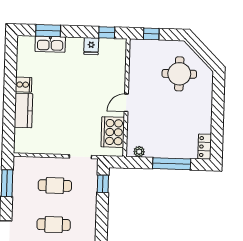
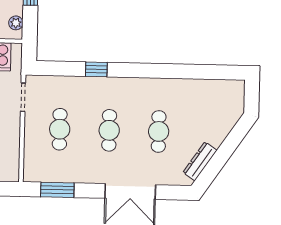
window: (103, 184) -> (96, 69), moved

